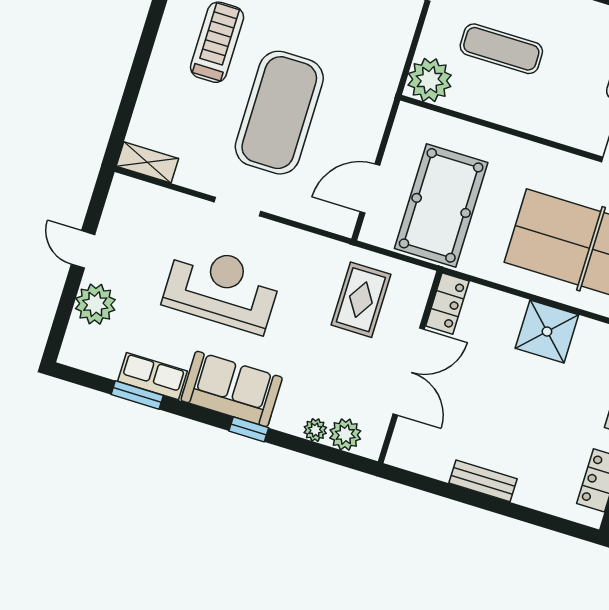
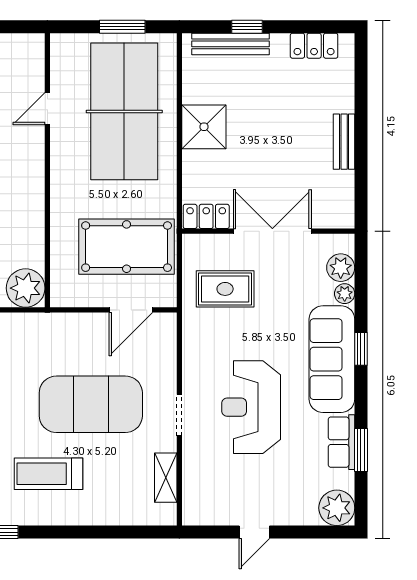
shelving: (147, 162) -> (166, 478), moved
door: (370, 189) -> (131, 310), hinge flipped
plant: (95, 304) -> (337, 508), moved
sofa: (232, 389) -> (332, 359), width x1.36

